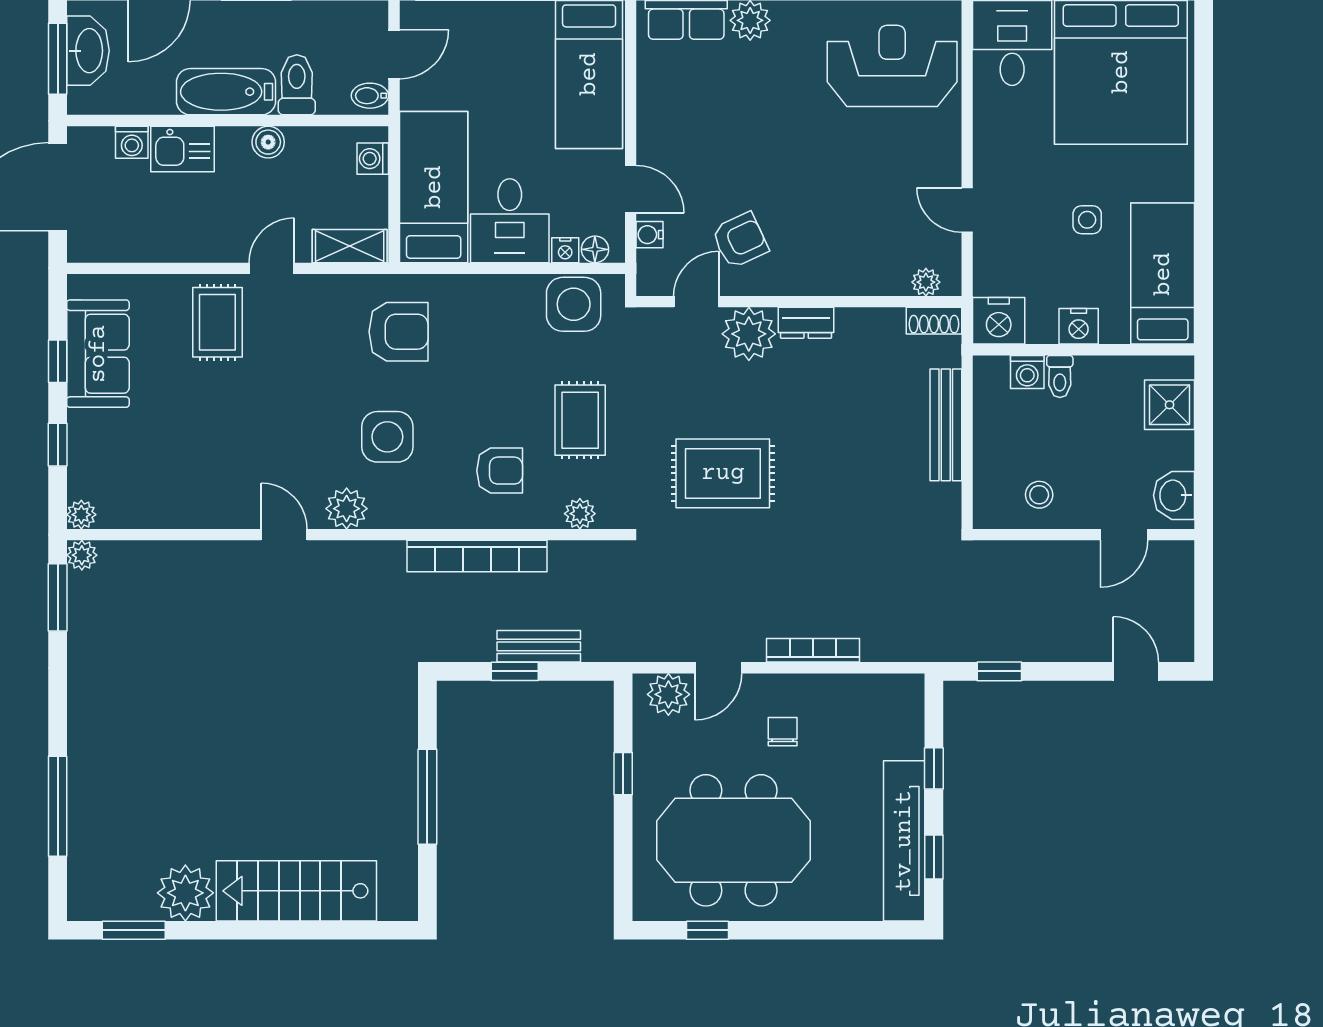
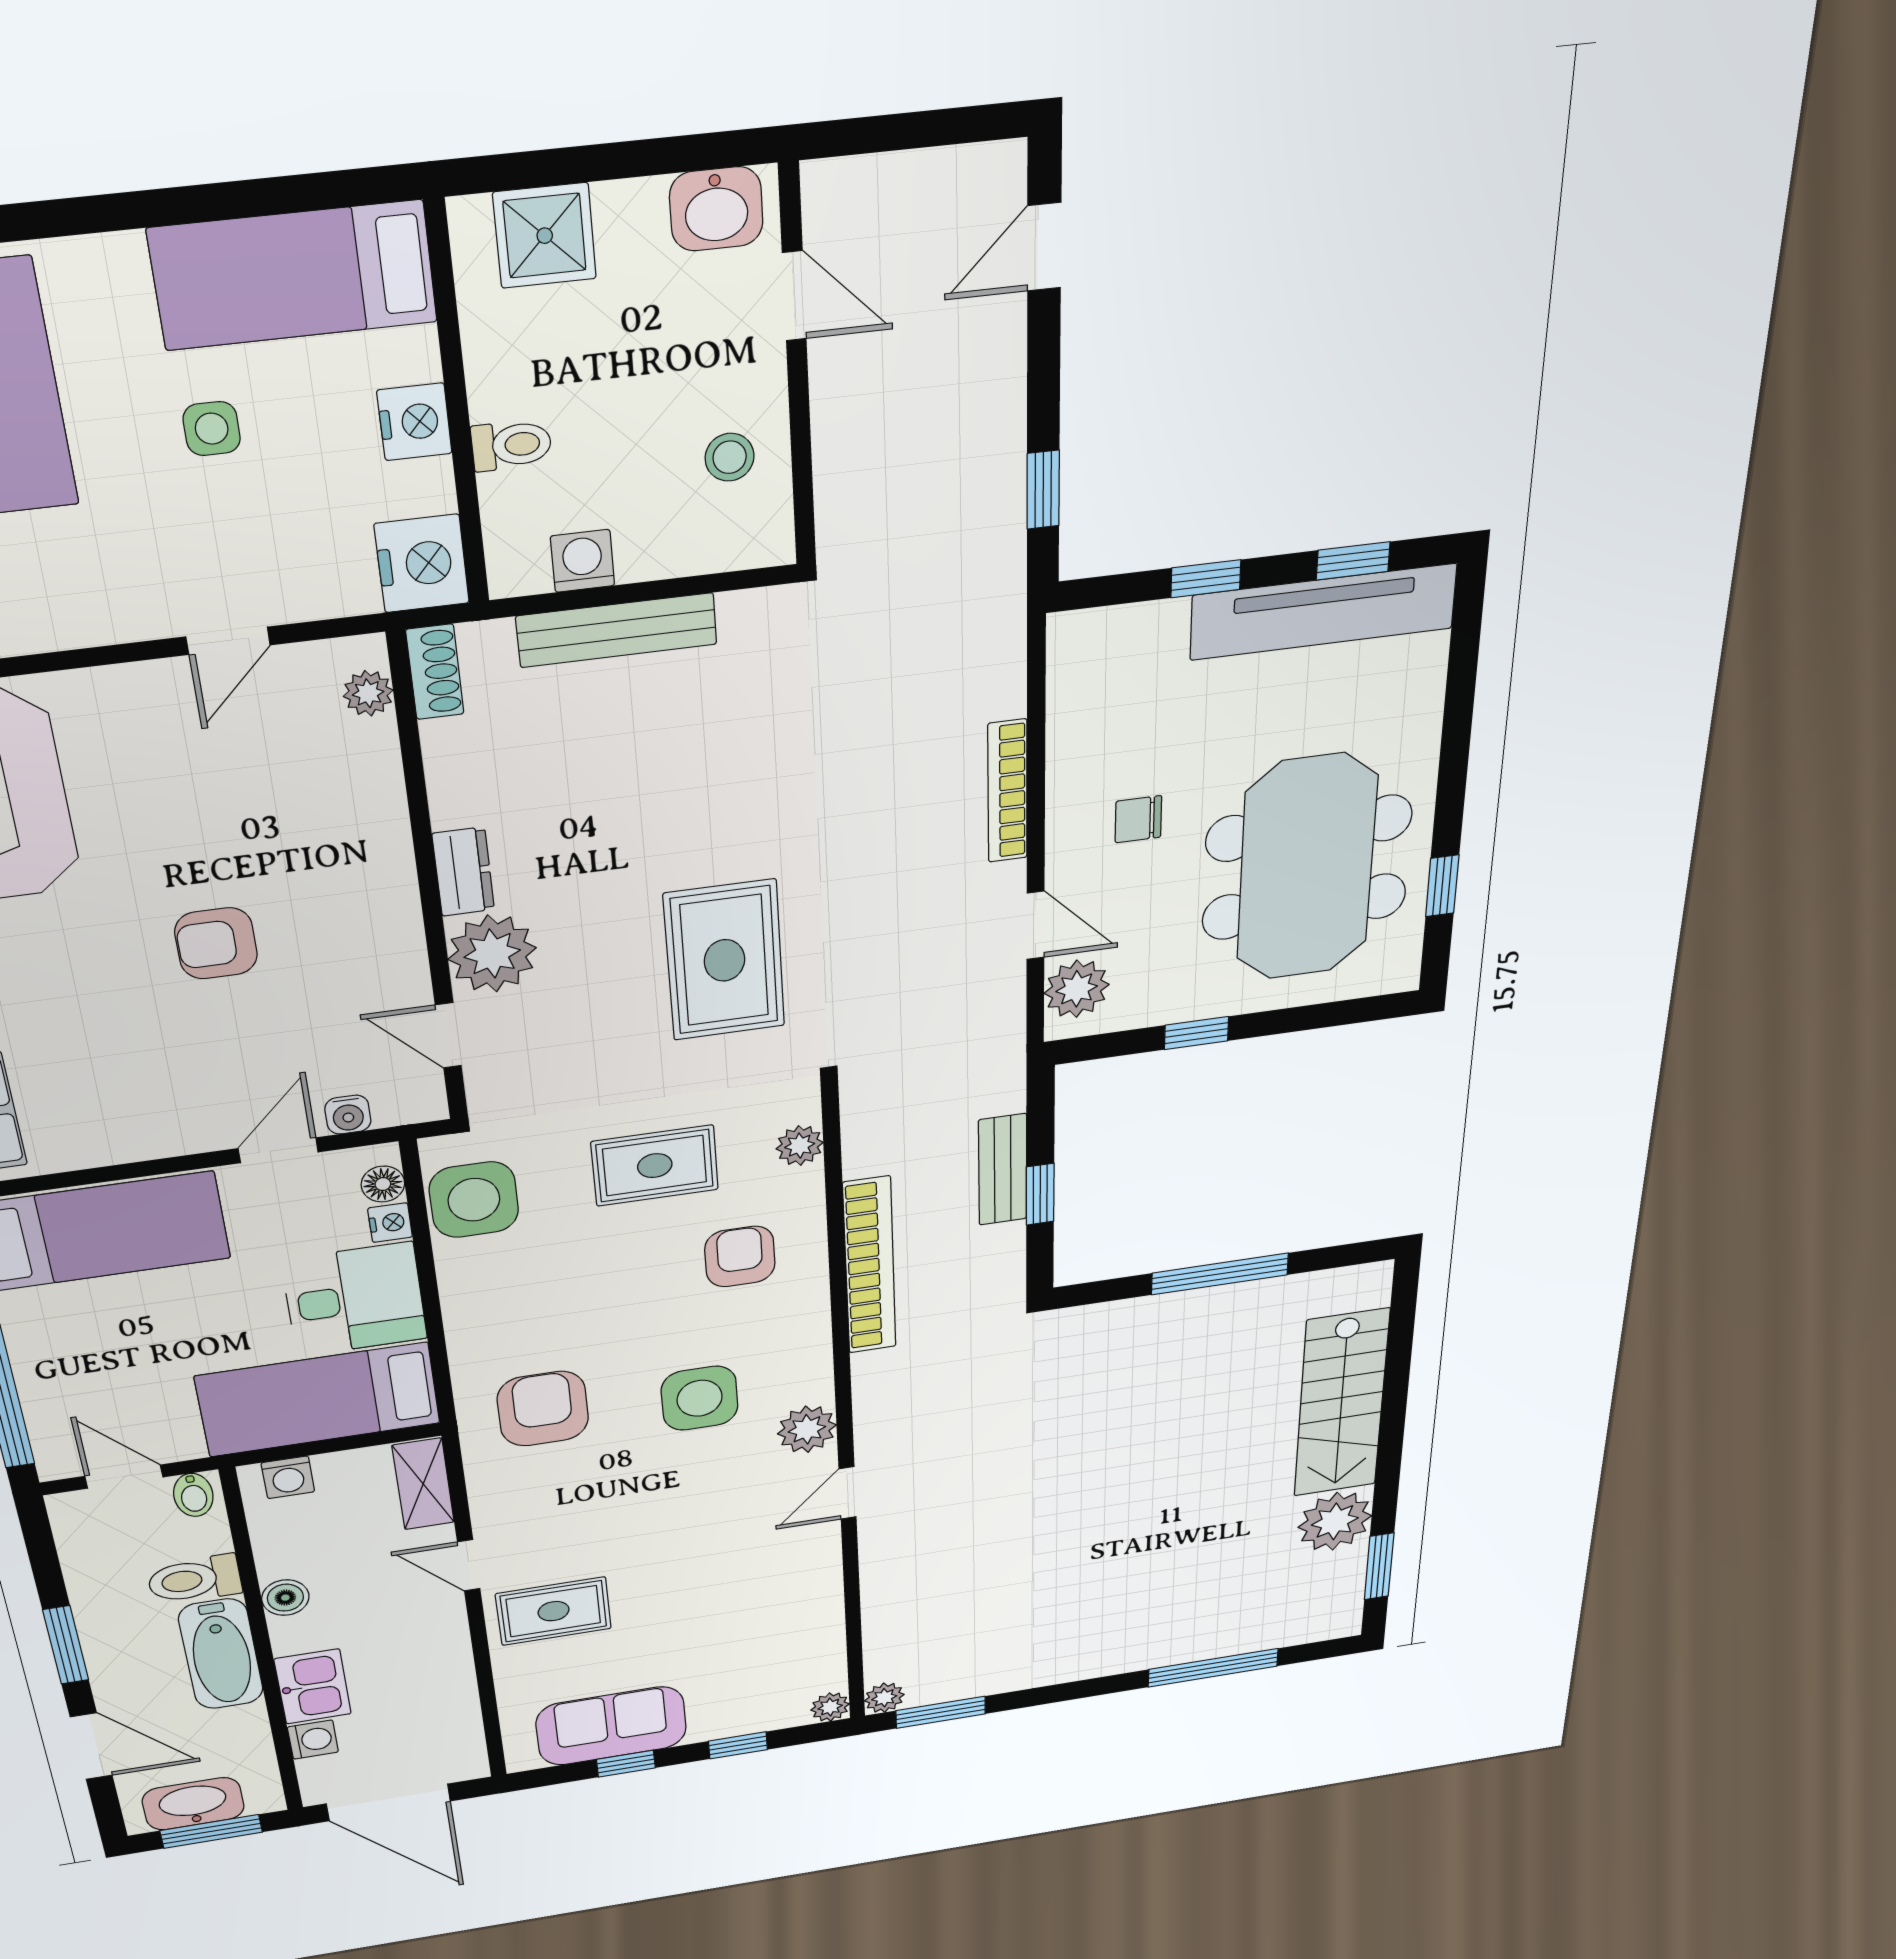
armchair: (740, 240) -> (216, 943), moved, turned -65
washing machine: (1027, 372) -> (582, 561), moved, turned -90

